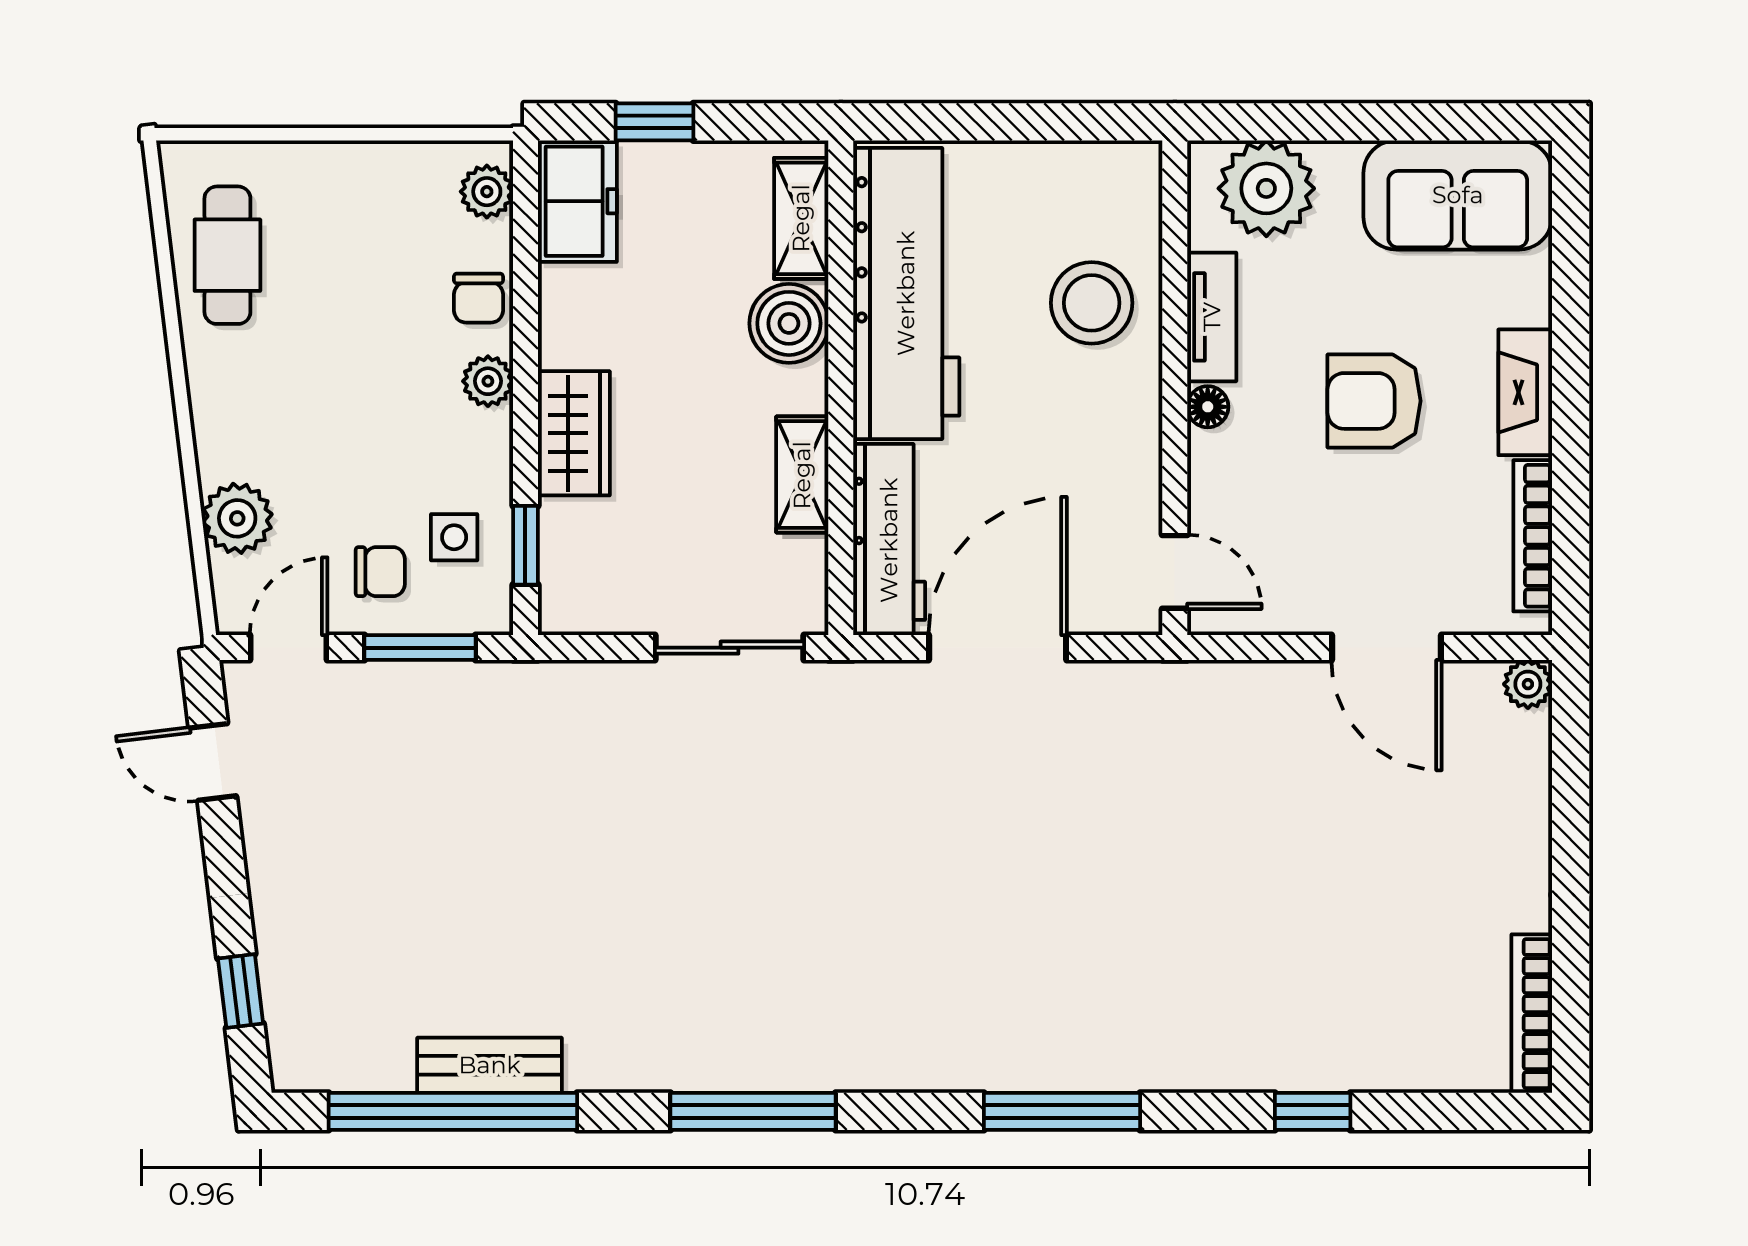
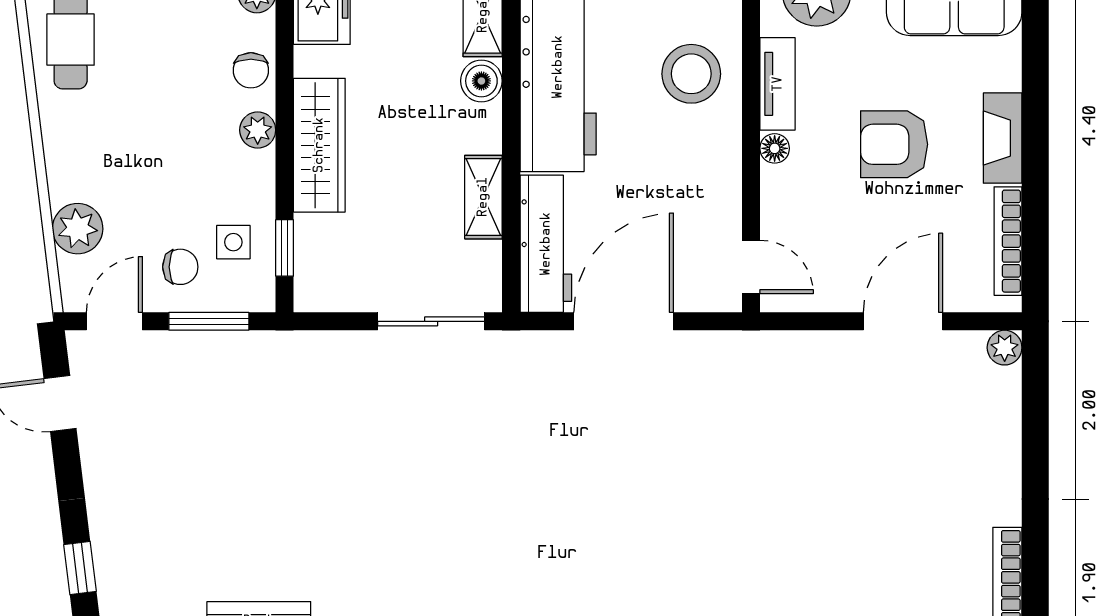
boiler: (789, 323) -> (481, 81), width x0.73, depth x0.73
wardrobe: (574, 433) -> (319, 145), width x1.50
door: (1387, 648) -> (903, 321), swing flipped

